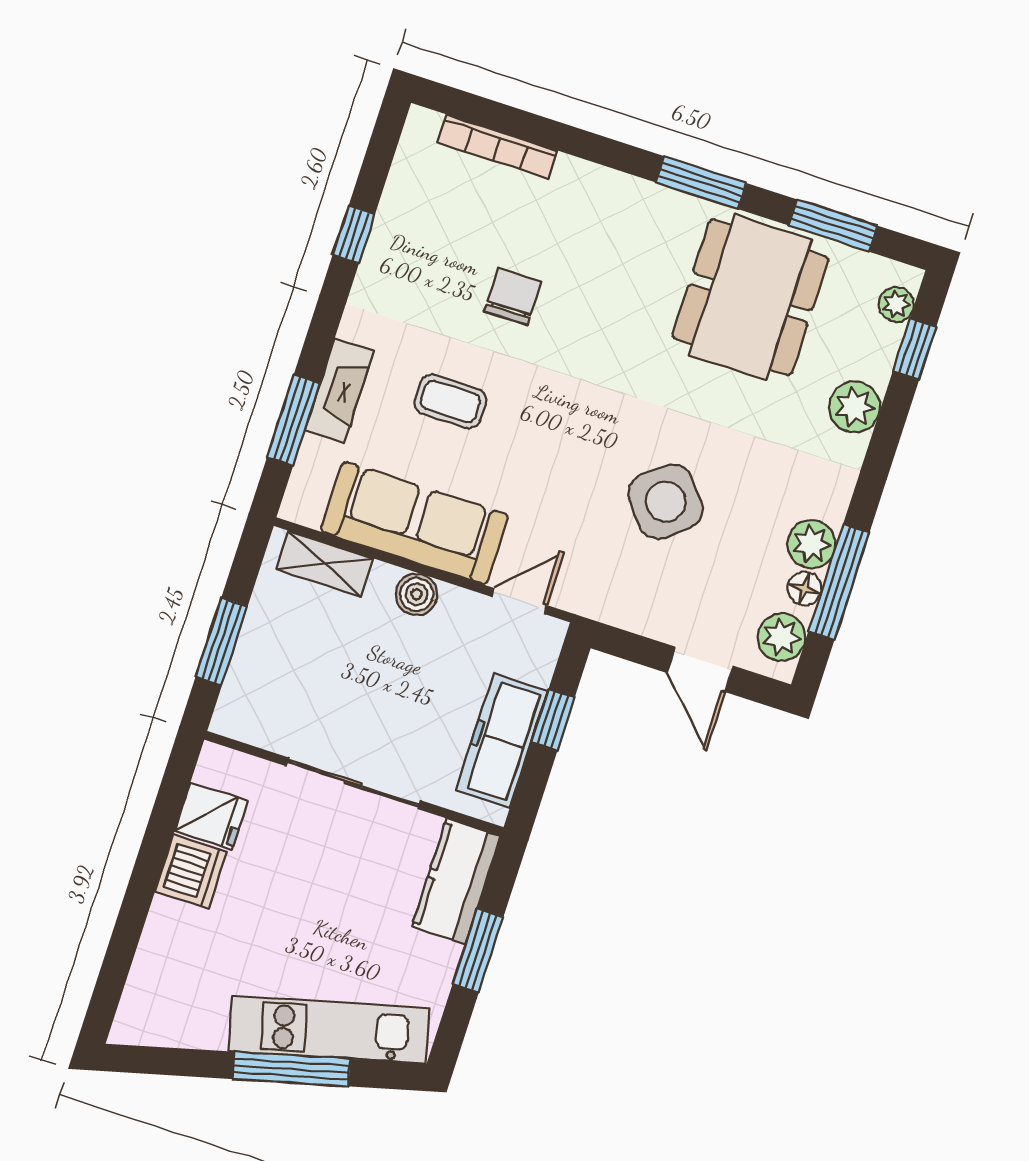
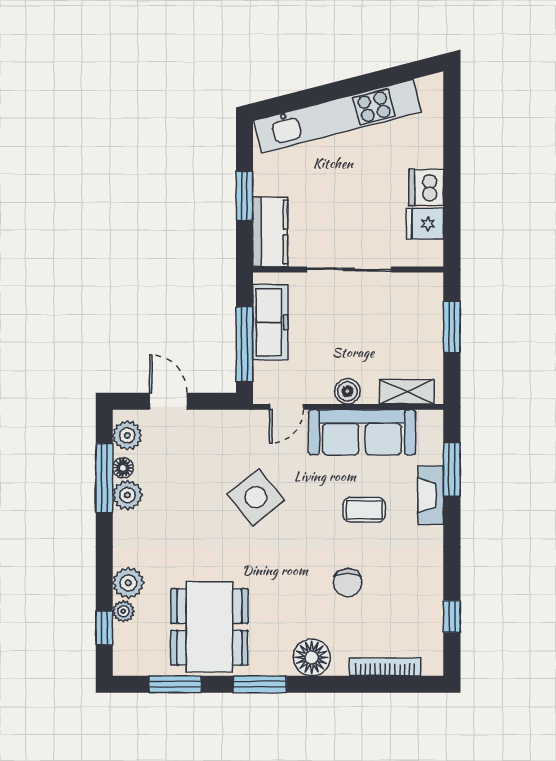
floor lamp: (607, 198) -> (312, 657), added
window: (354, 235) -> (452, 616), moved
plant: (896, 304) -> (123, 611), moved
side table: (666, 502) -> (256, 497), moved
window: (553, 720) -> (244, 344), width x2.17
kitchen unit: (329, 1030) -> (337, 116), width x1.36
window: (291, 1069) -> (331, 92), removed

